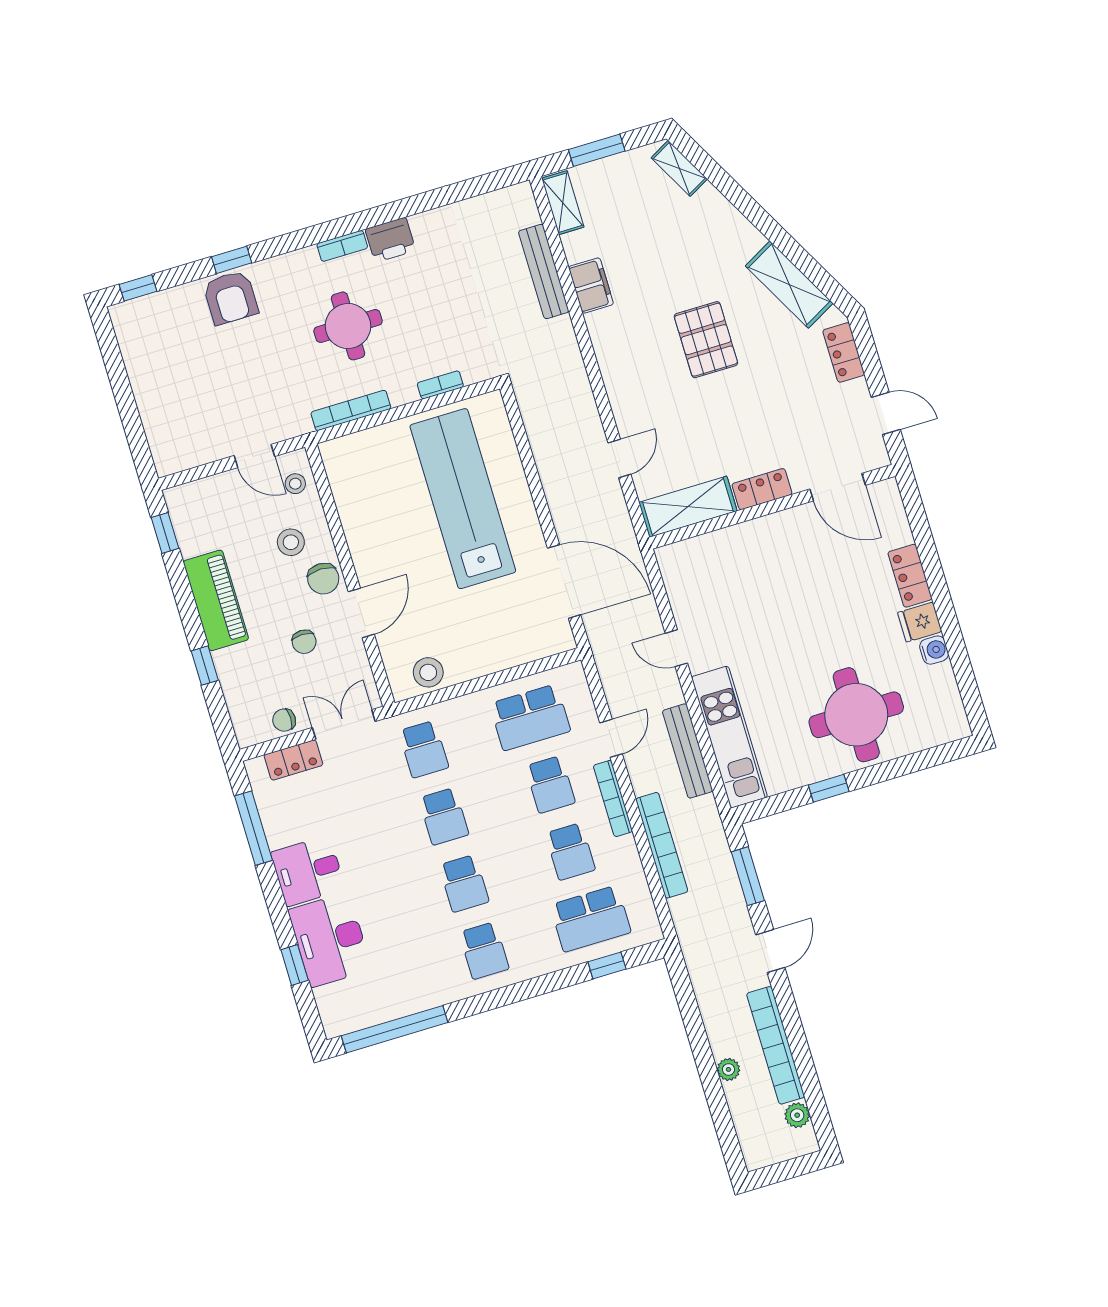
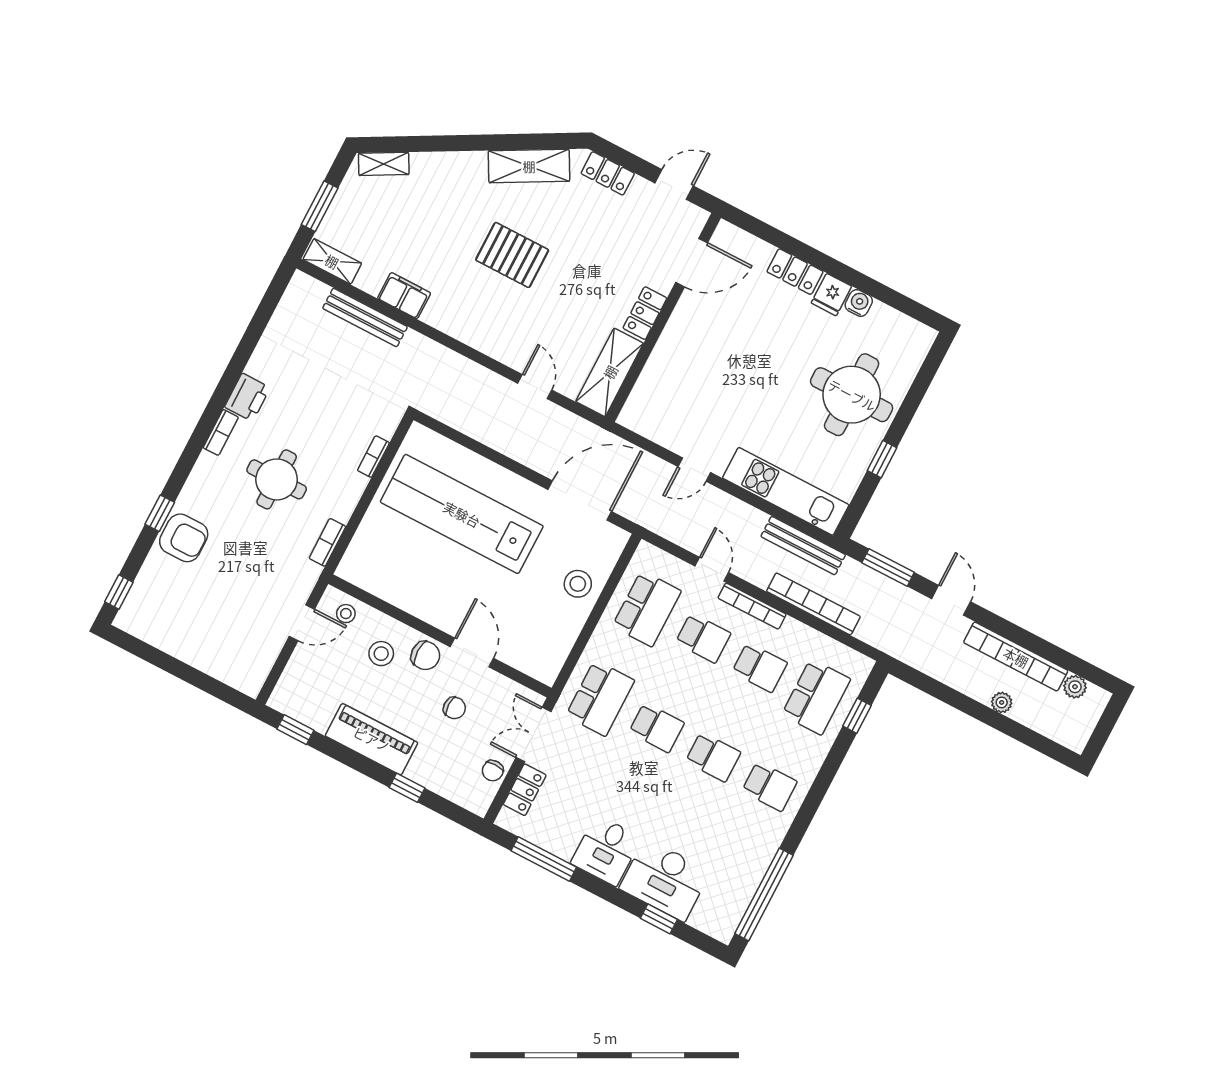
bookcase: (351, 410) -> (327, 542), width x0.64
stool: (428, 672) -> (578, 584), moved
school desk: (424, 749) -> (600, 698), width x1.85
bench: (688, 751) -> (803, 546), moved

